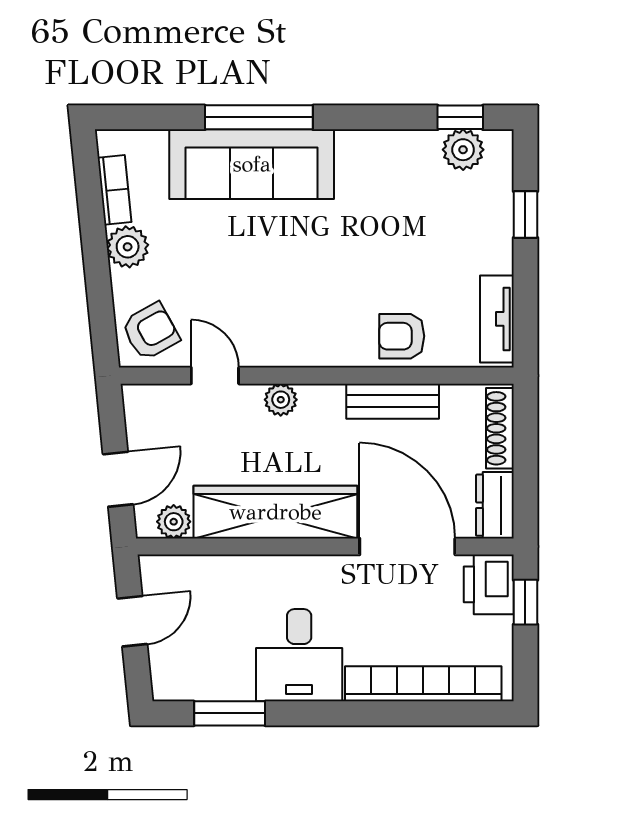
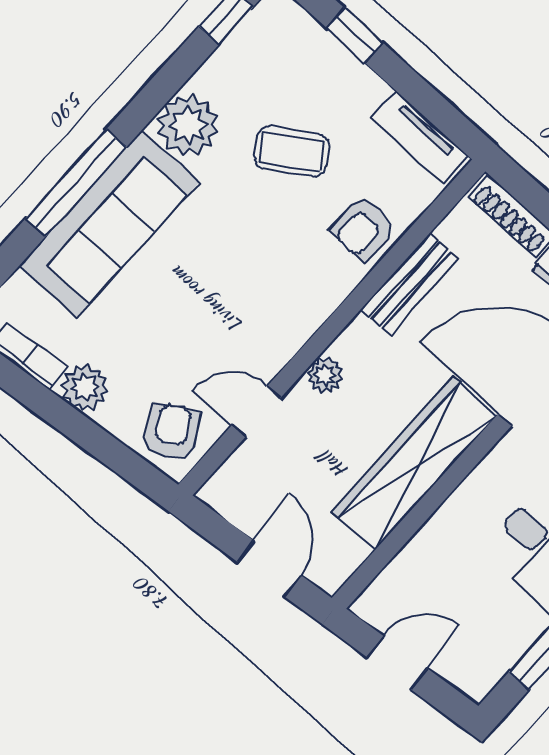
plant: (463, 150) -> (188, 125), moved, width x1.36, depth x1.36
coffee table: (410, 242) -> (292, 151), added
plant: (174, 522) -> (346, 555), removed
door: (132, 621) -> (397, 663), hinge flipped

